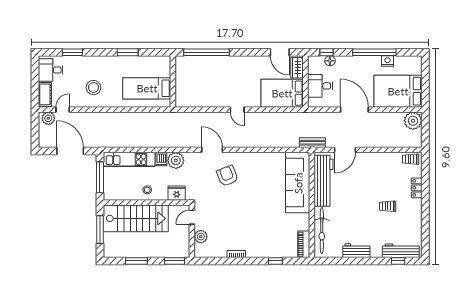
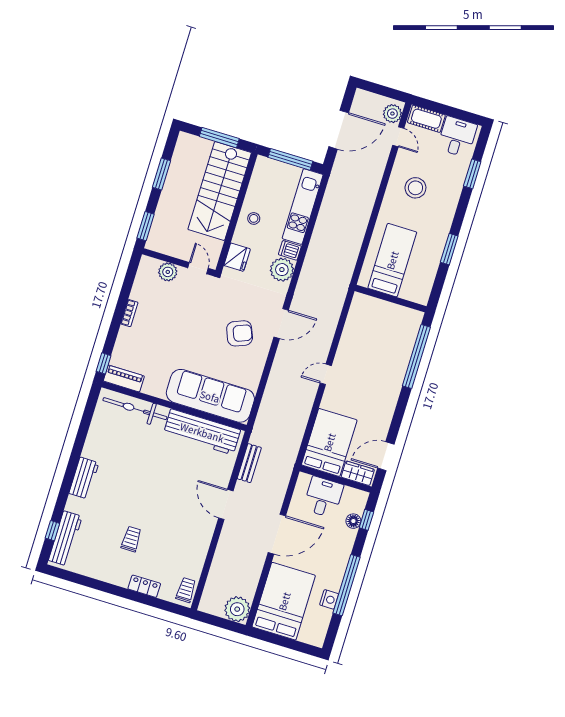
workbench: (324, 181) -> (202, 432), moved
sofa: (298, 183) -> (210, 396), moved
wall: (312, 205) -> (174, 406), moved
bicycle: (322, 231) -> (135, 409), moved
piano: (304, 244) -> (124, 378), moved

